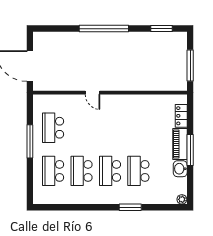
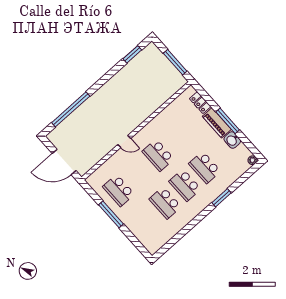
window: (104, 29) -> (71, 109), moved
school desk: (53, 171) -> (158, 155), moved

